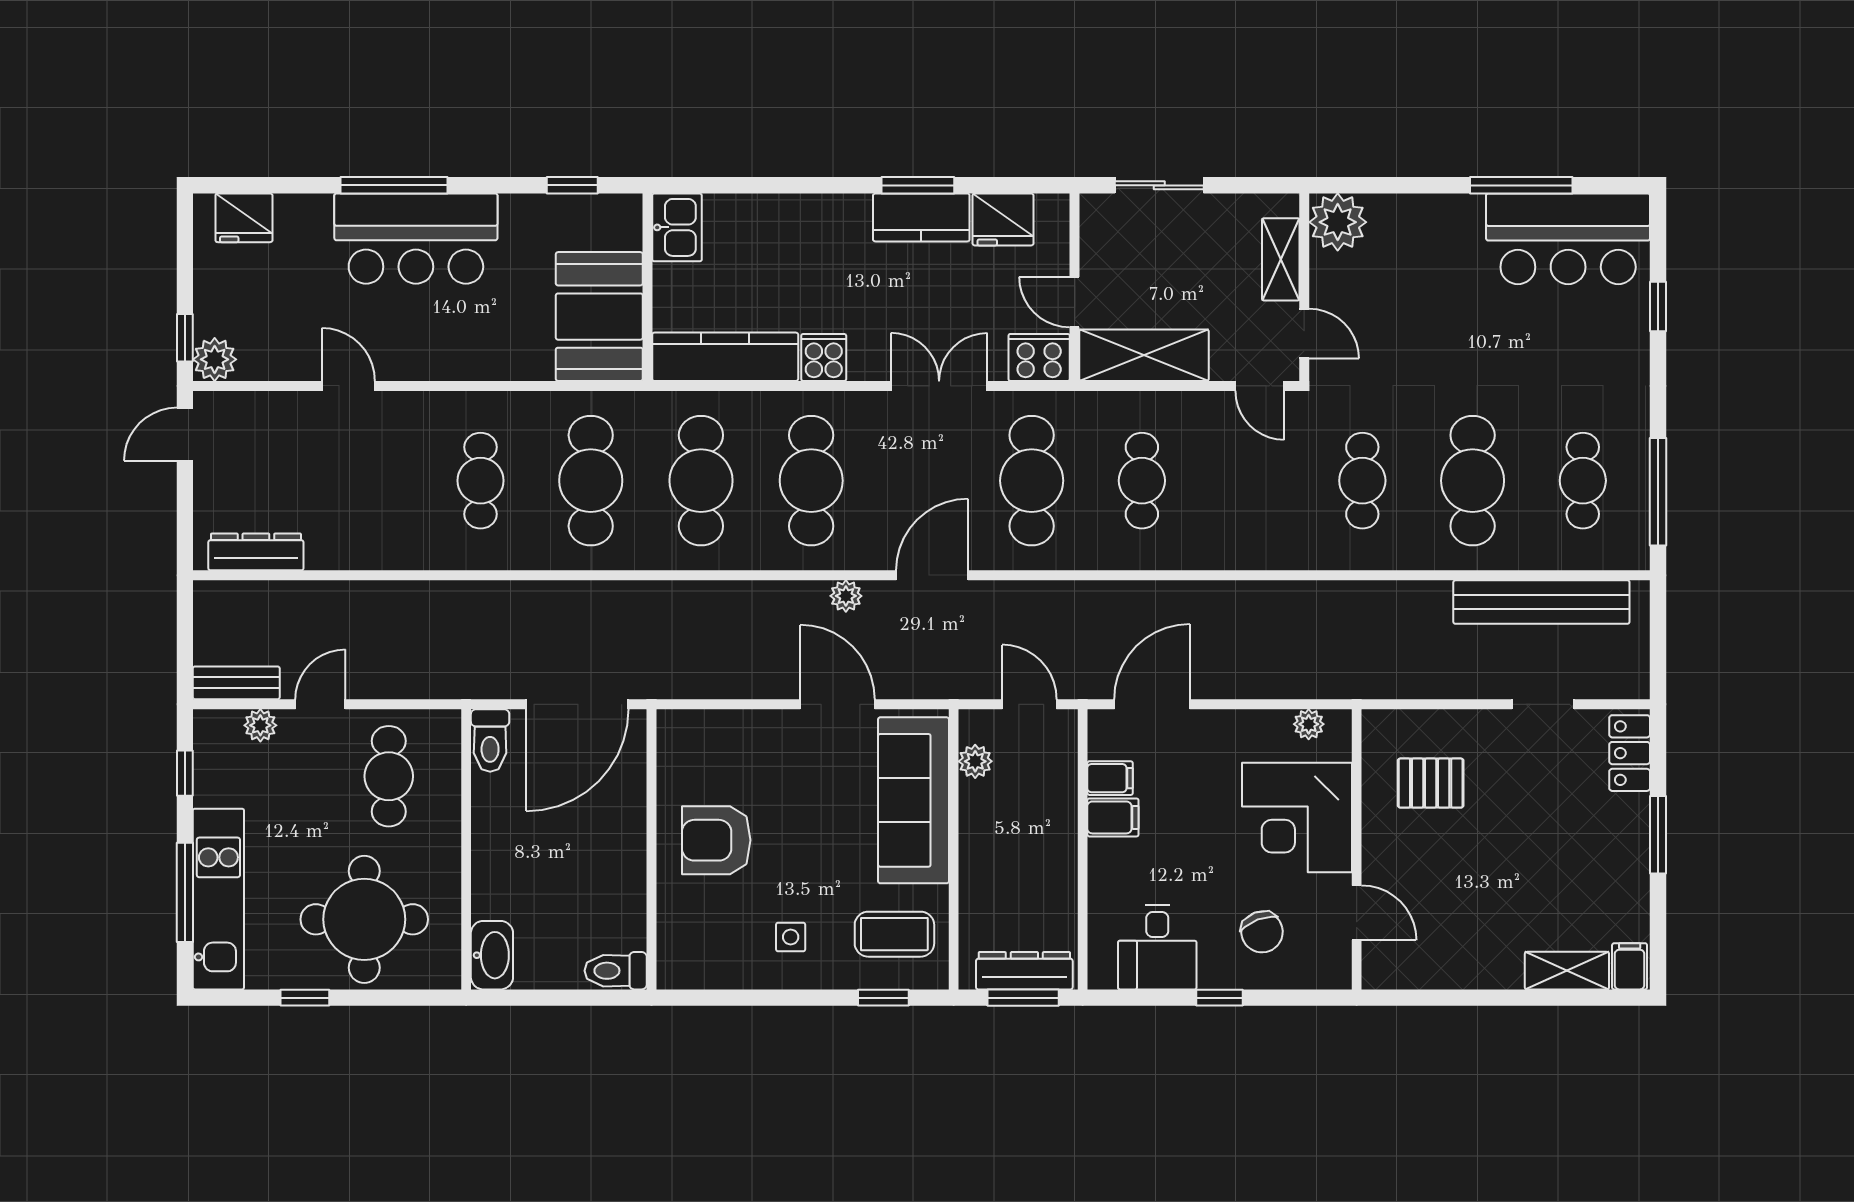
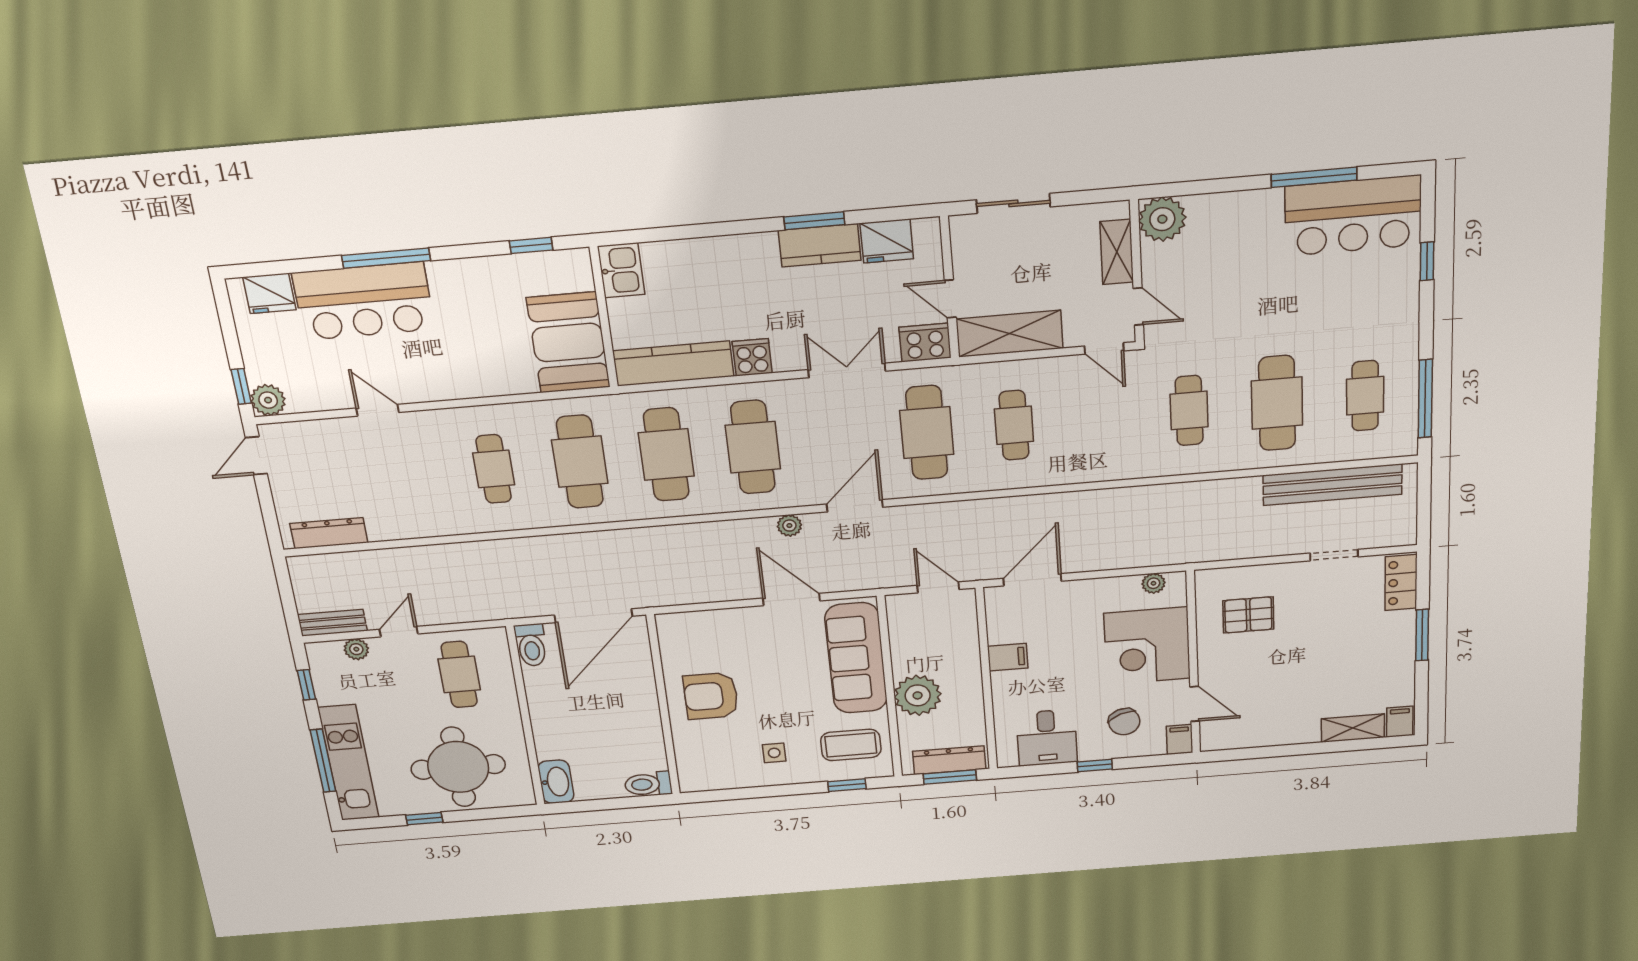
bar counter: (416, 239) -> (364, 301), moved
plant: (975, 761) -> (918, 695), moved, width x1.87, depth x1.87
filing cabinet: (1110, 778) -> (1180, 739), moved, turned -90

